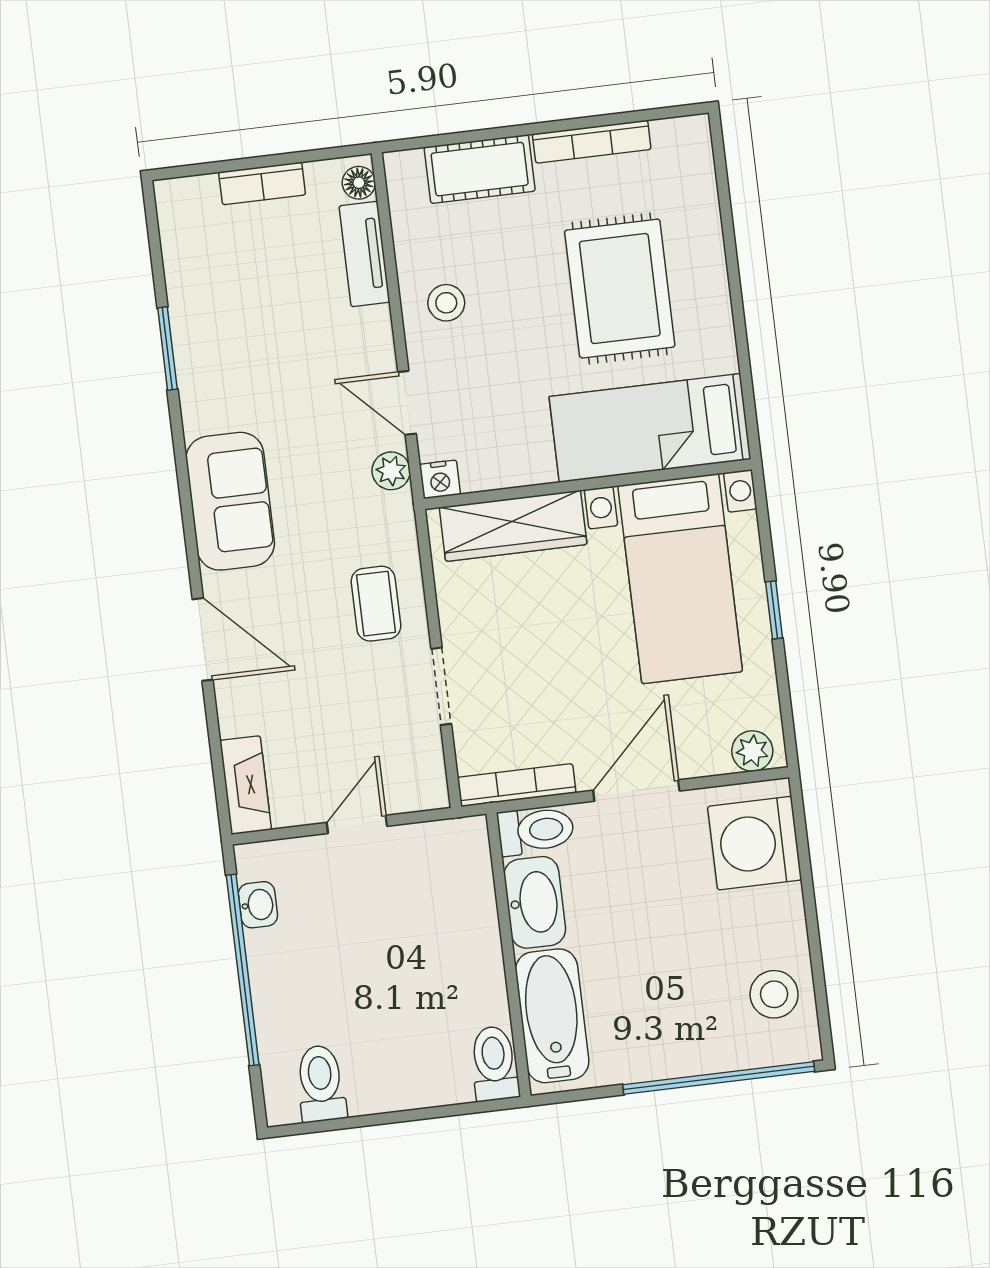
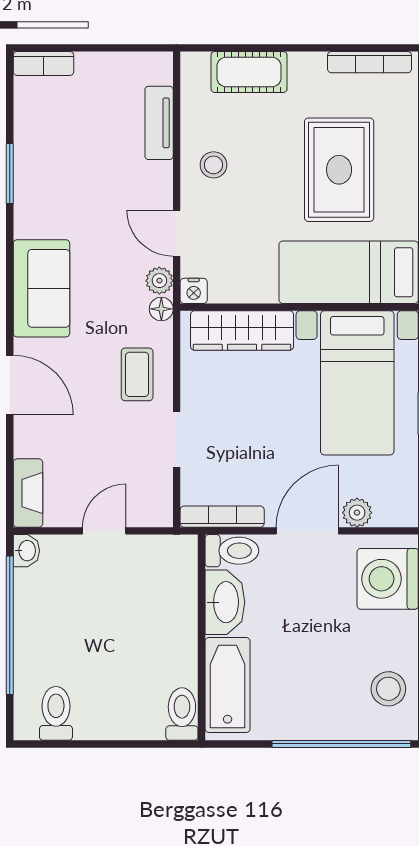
bookcase: (592, 142) -> (370, 62), moved
bookcase: (262, 183) -> (43, 63), moved
floor lamp: (359, 183) -> (161, 309), moved
plant: (752, 751) -> (357, 513), moved
washbasin: (258, 905) -> (26, 551), moved

